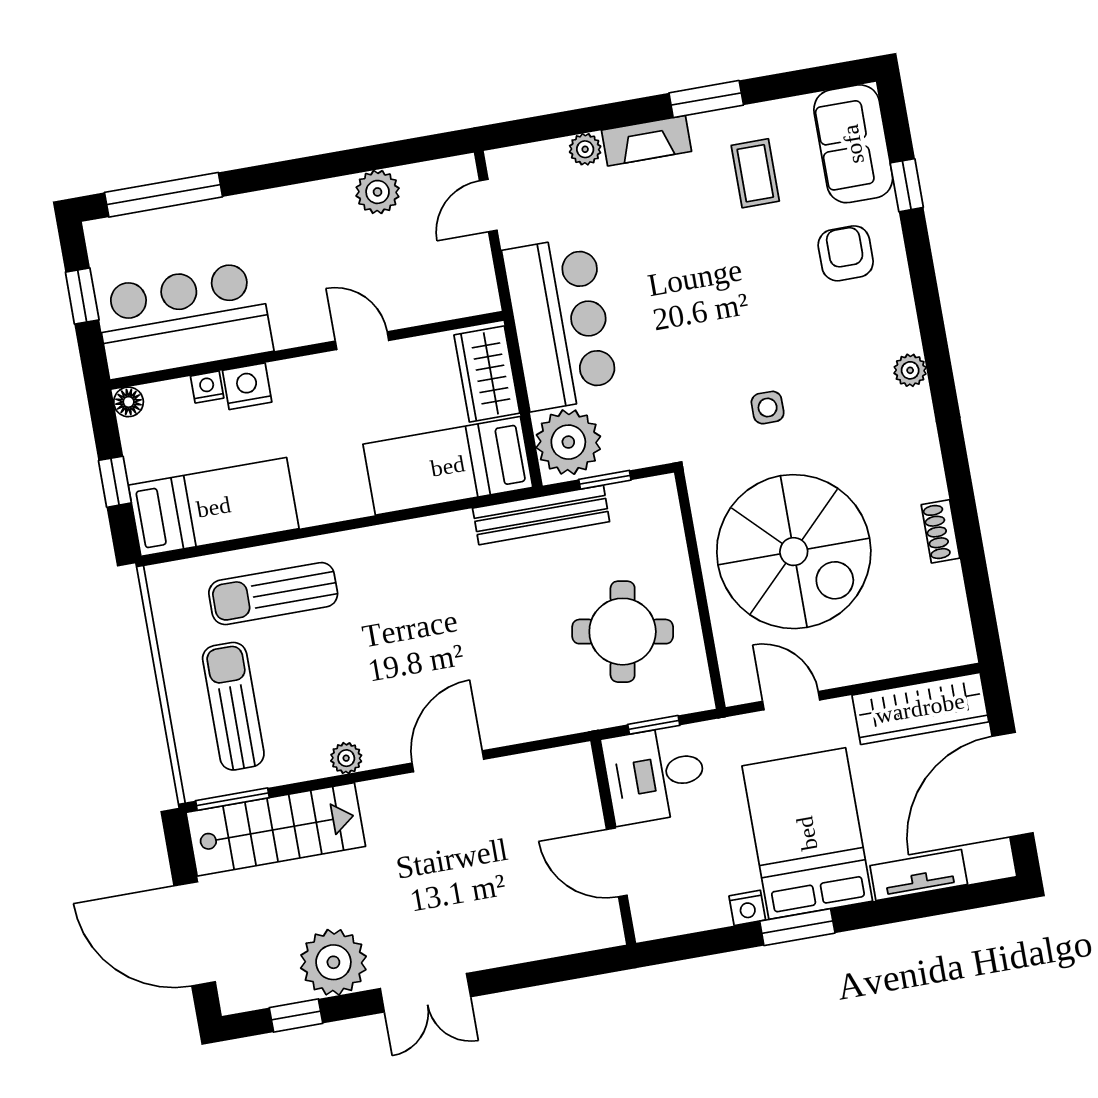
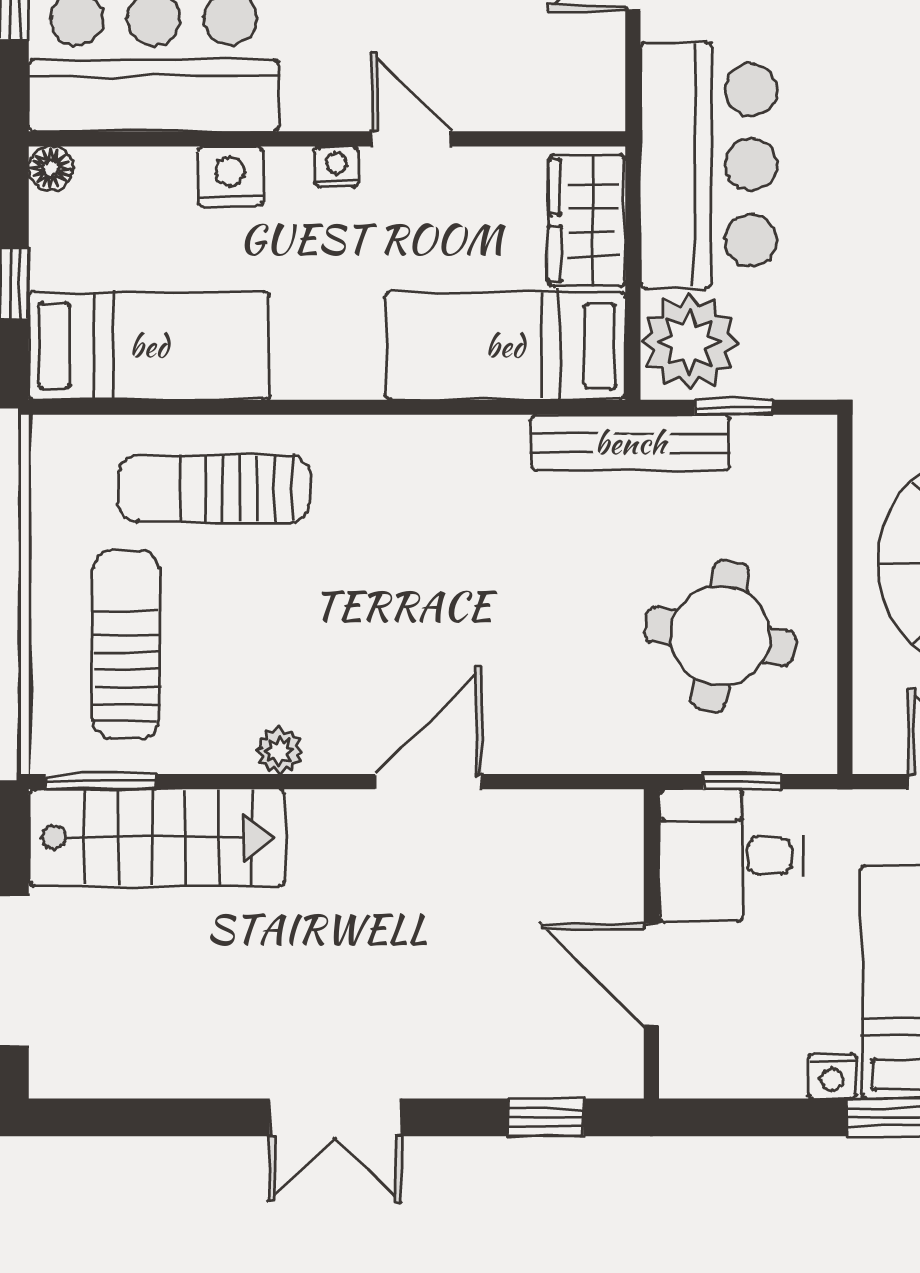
nightstand: (207, 387) -> (337, 167), moved
plant: (333, 962) -> (207, 1049), removed
window: (296, 1016) -> (546, 1117), moved

